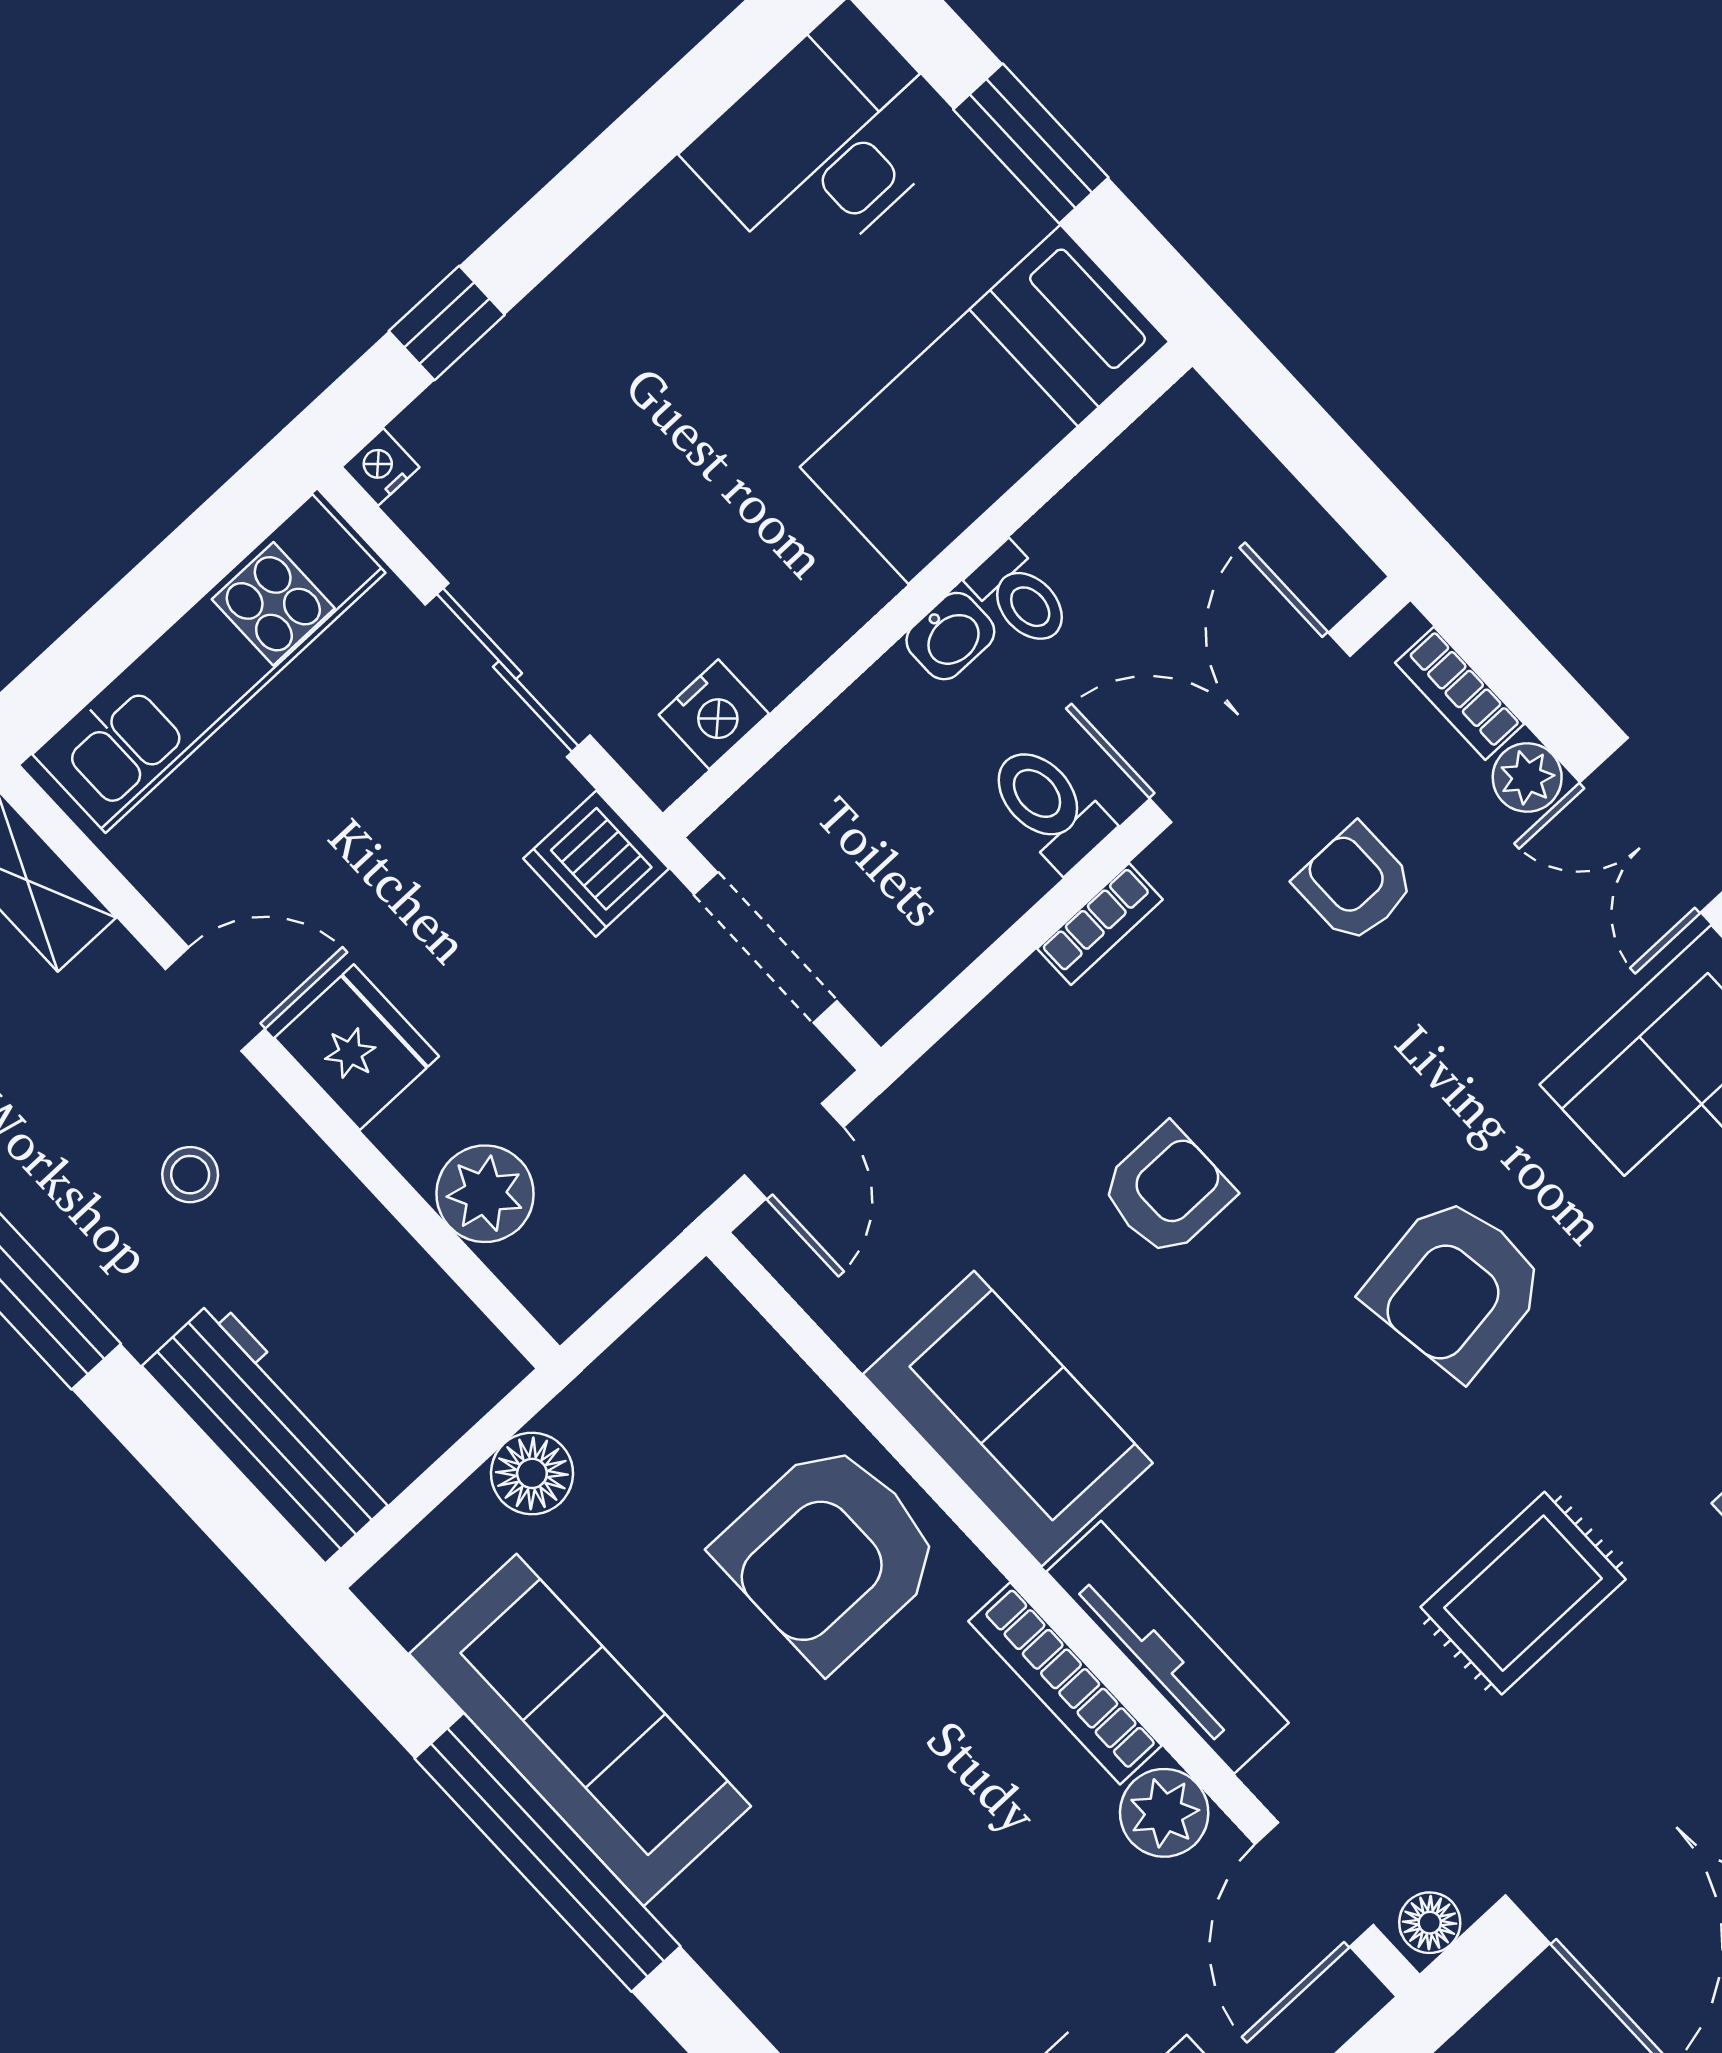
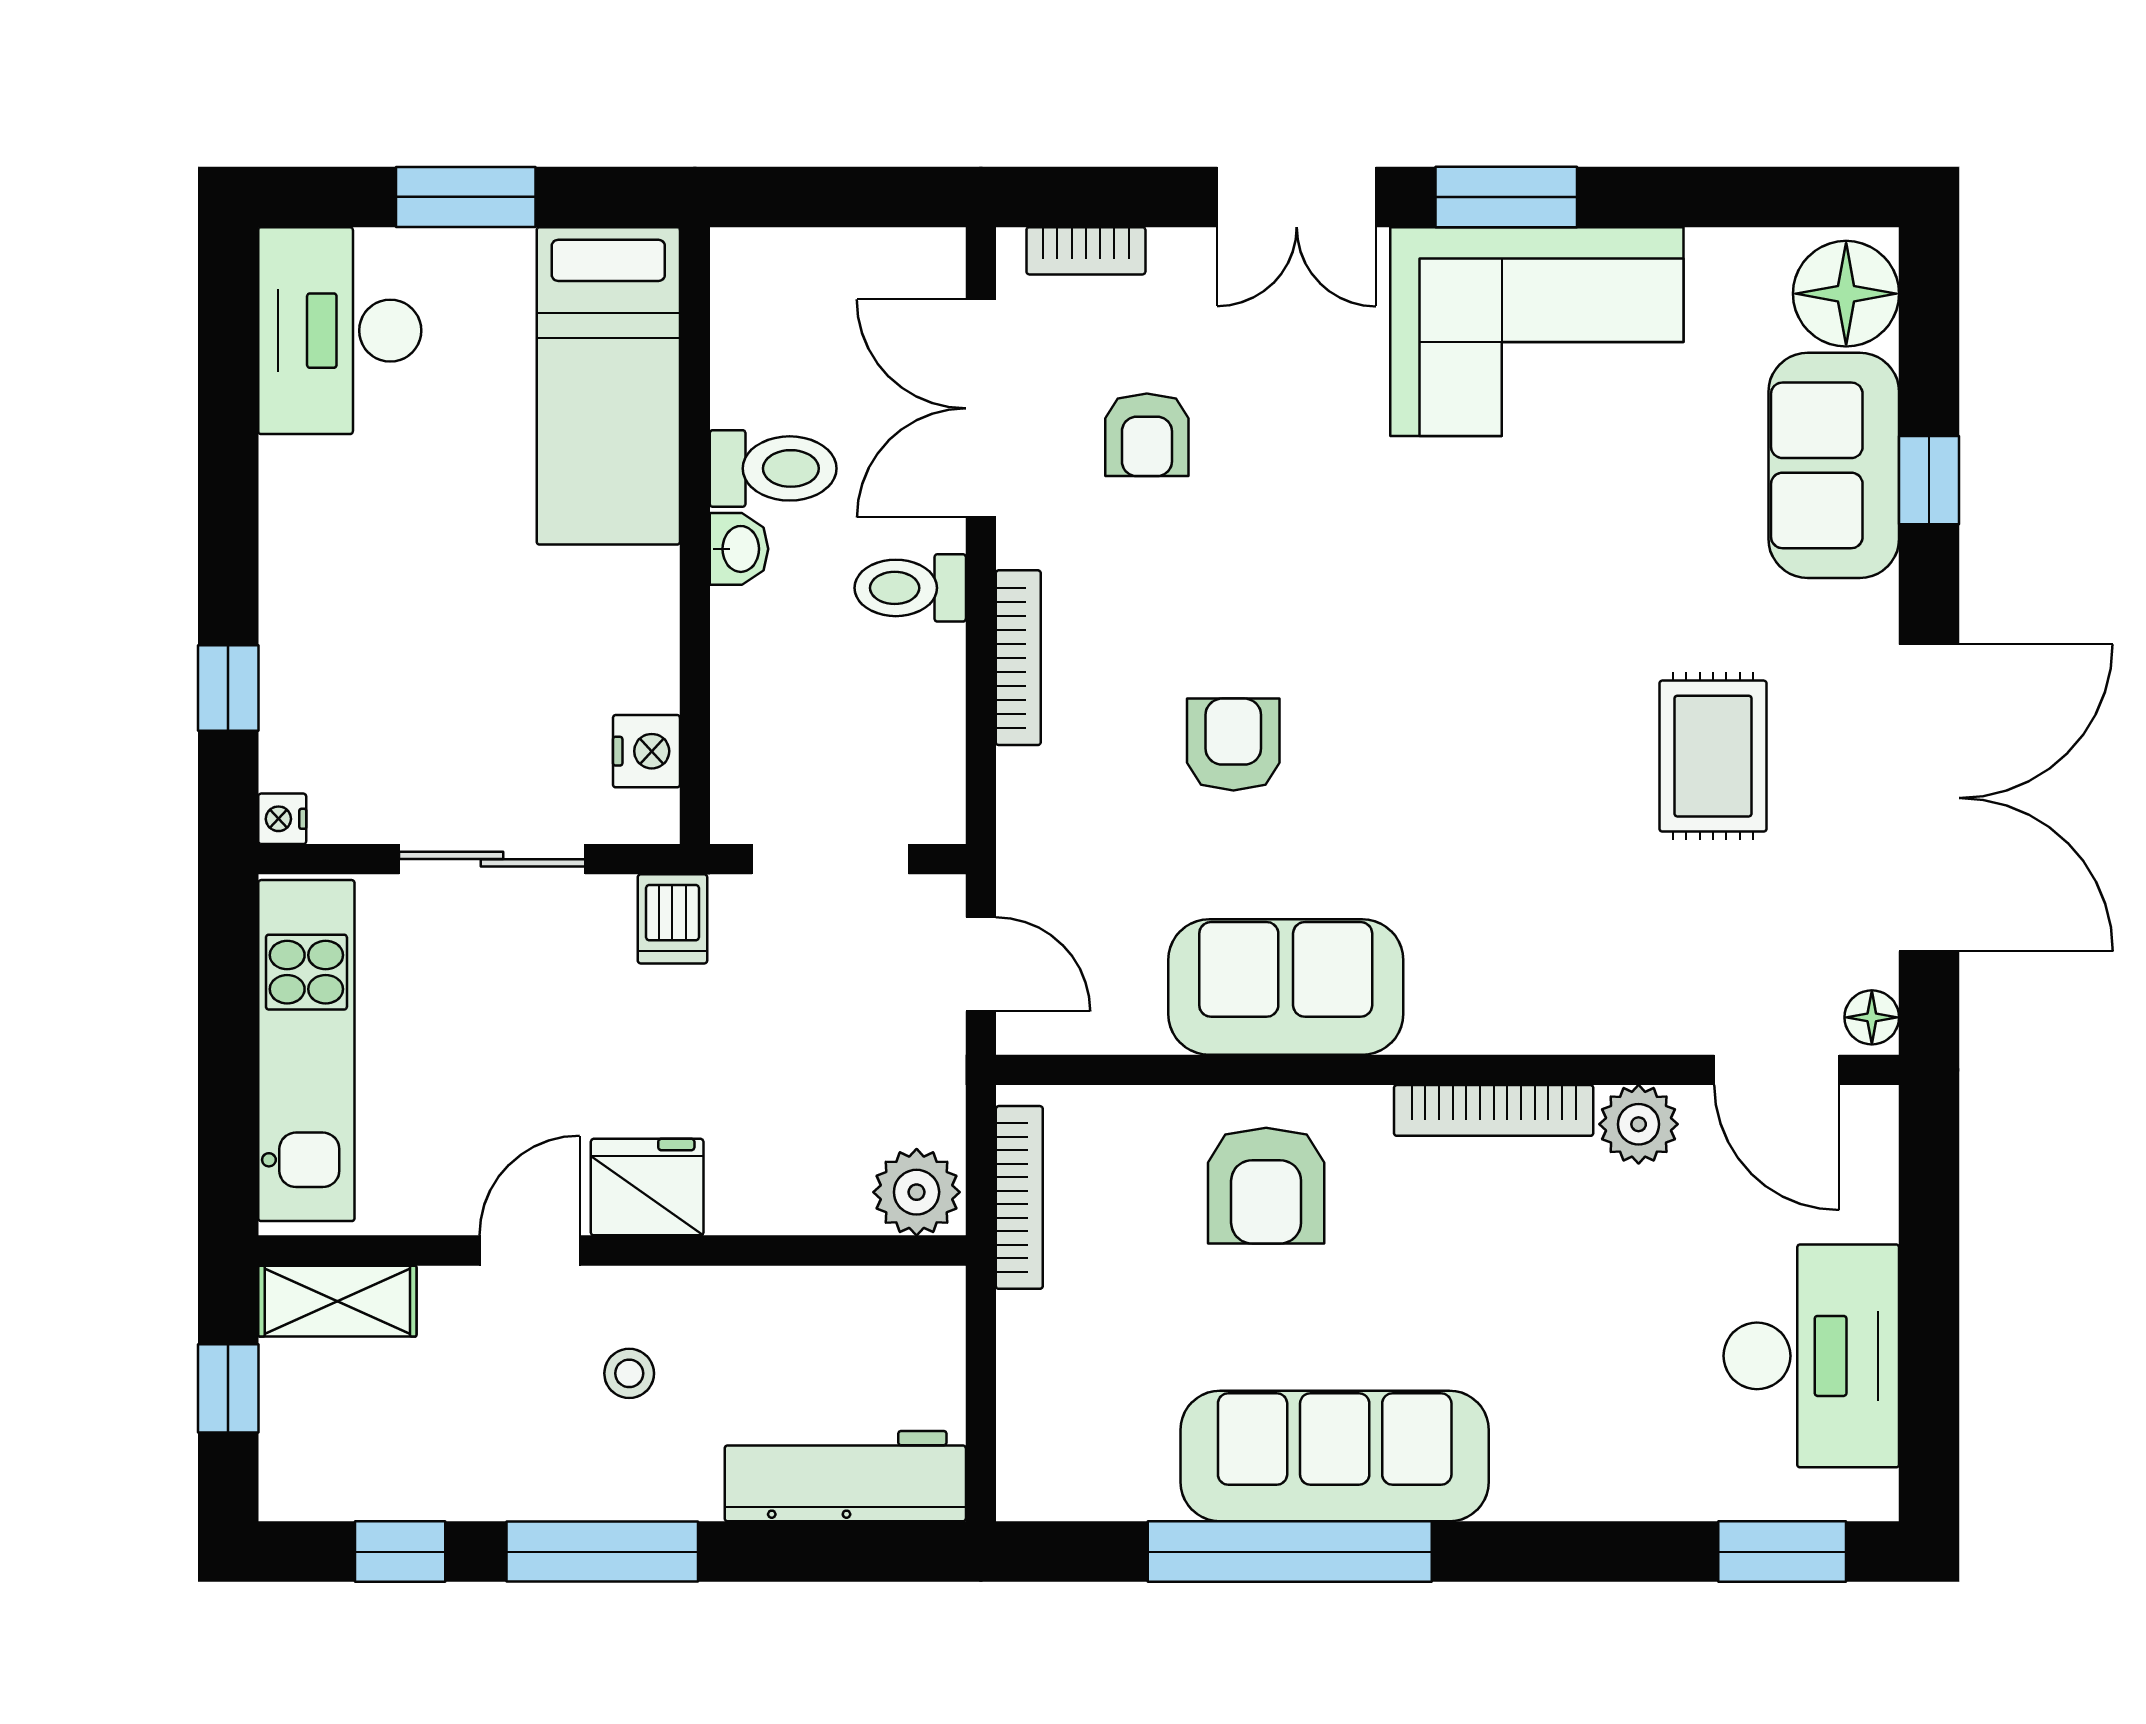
toilet: (1020, 596) -> (773, 468), width x1.37, depth x1.39
plant: (1527, 777) -> (1182, 258), removed
dishwasher: (596, 864) -> (672, 919), width x0.73
armchair: (1355, 884) -> (1147, 435), turned -90
bookcase: (1100, 924) -> (1018, 658), width x1.56
plant: (485, 1194) -> (917, 1192), moved
armchair: (1456, 1286) -> (1471, 614), removed
bookcase: (632, 1360) -> (1019, 1197), added
floor lamp: (532, 1473) -> (1032, 1331), removed
armchair: (830, 1554) -> (1266, 1186), width x0.73, depth x0.73
tv unit: (1167, 1647) -> (1532, 1021), removed
sofa: (580, 1730) -> (1335, 1456), moved

